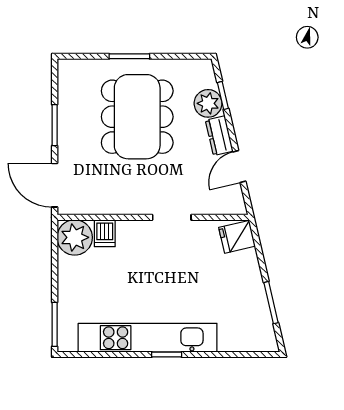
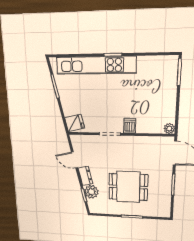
dining table: (137, 117) -> (128, 187), width x0.73
door: (239, 167) -> (75, 160), swing flipped
dishwasher: (105, 233) -> (130, 126), moved
plant: (75, 237) -> (169, 129), width x0.53, depth x0.53
kitchen unit: (148, 338) -> (96, 65), moved

